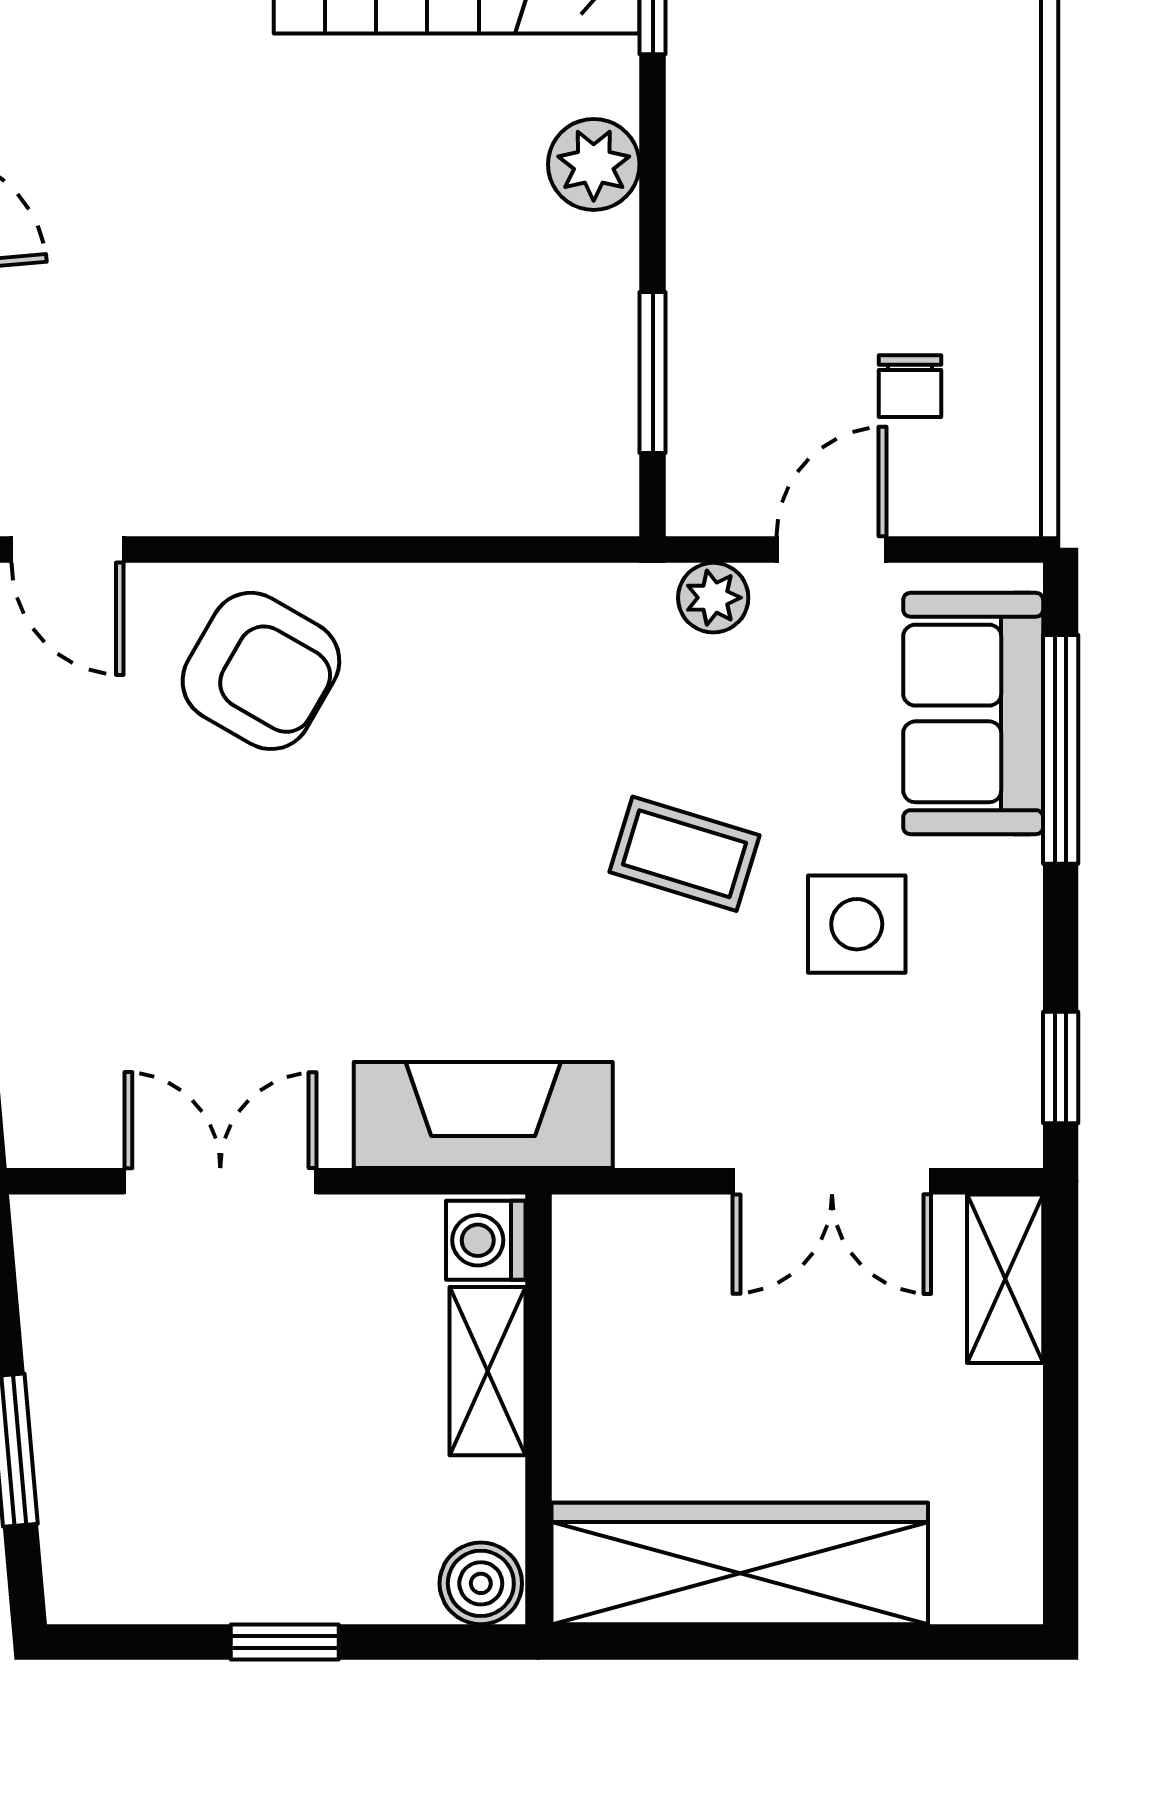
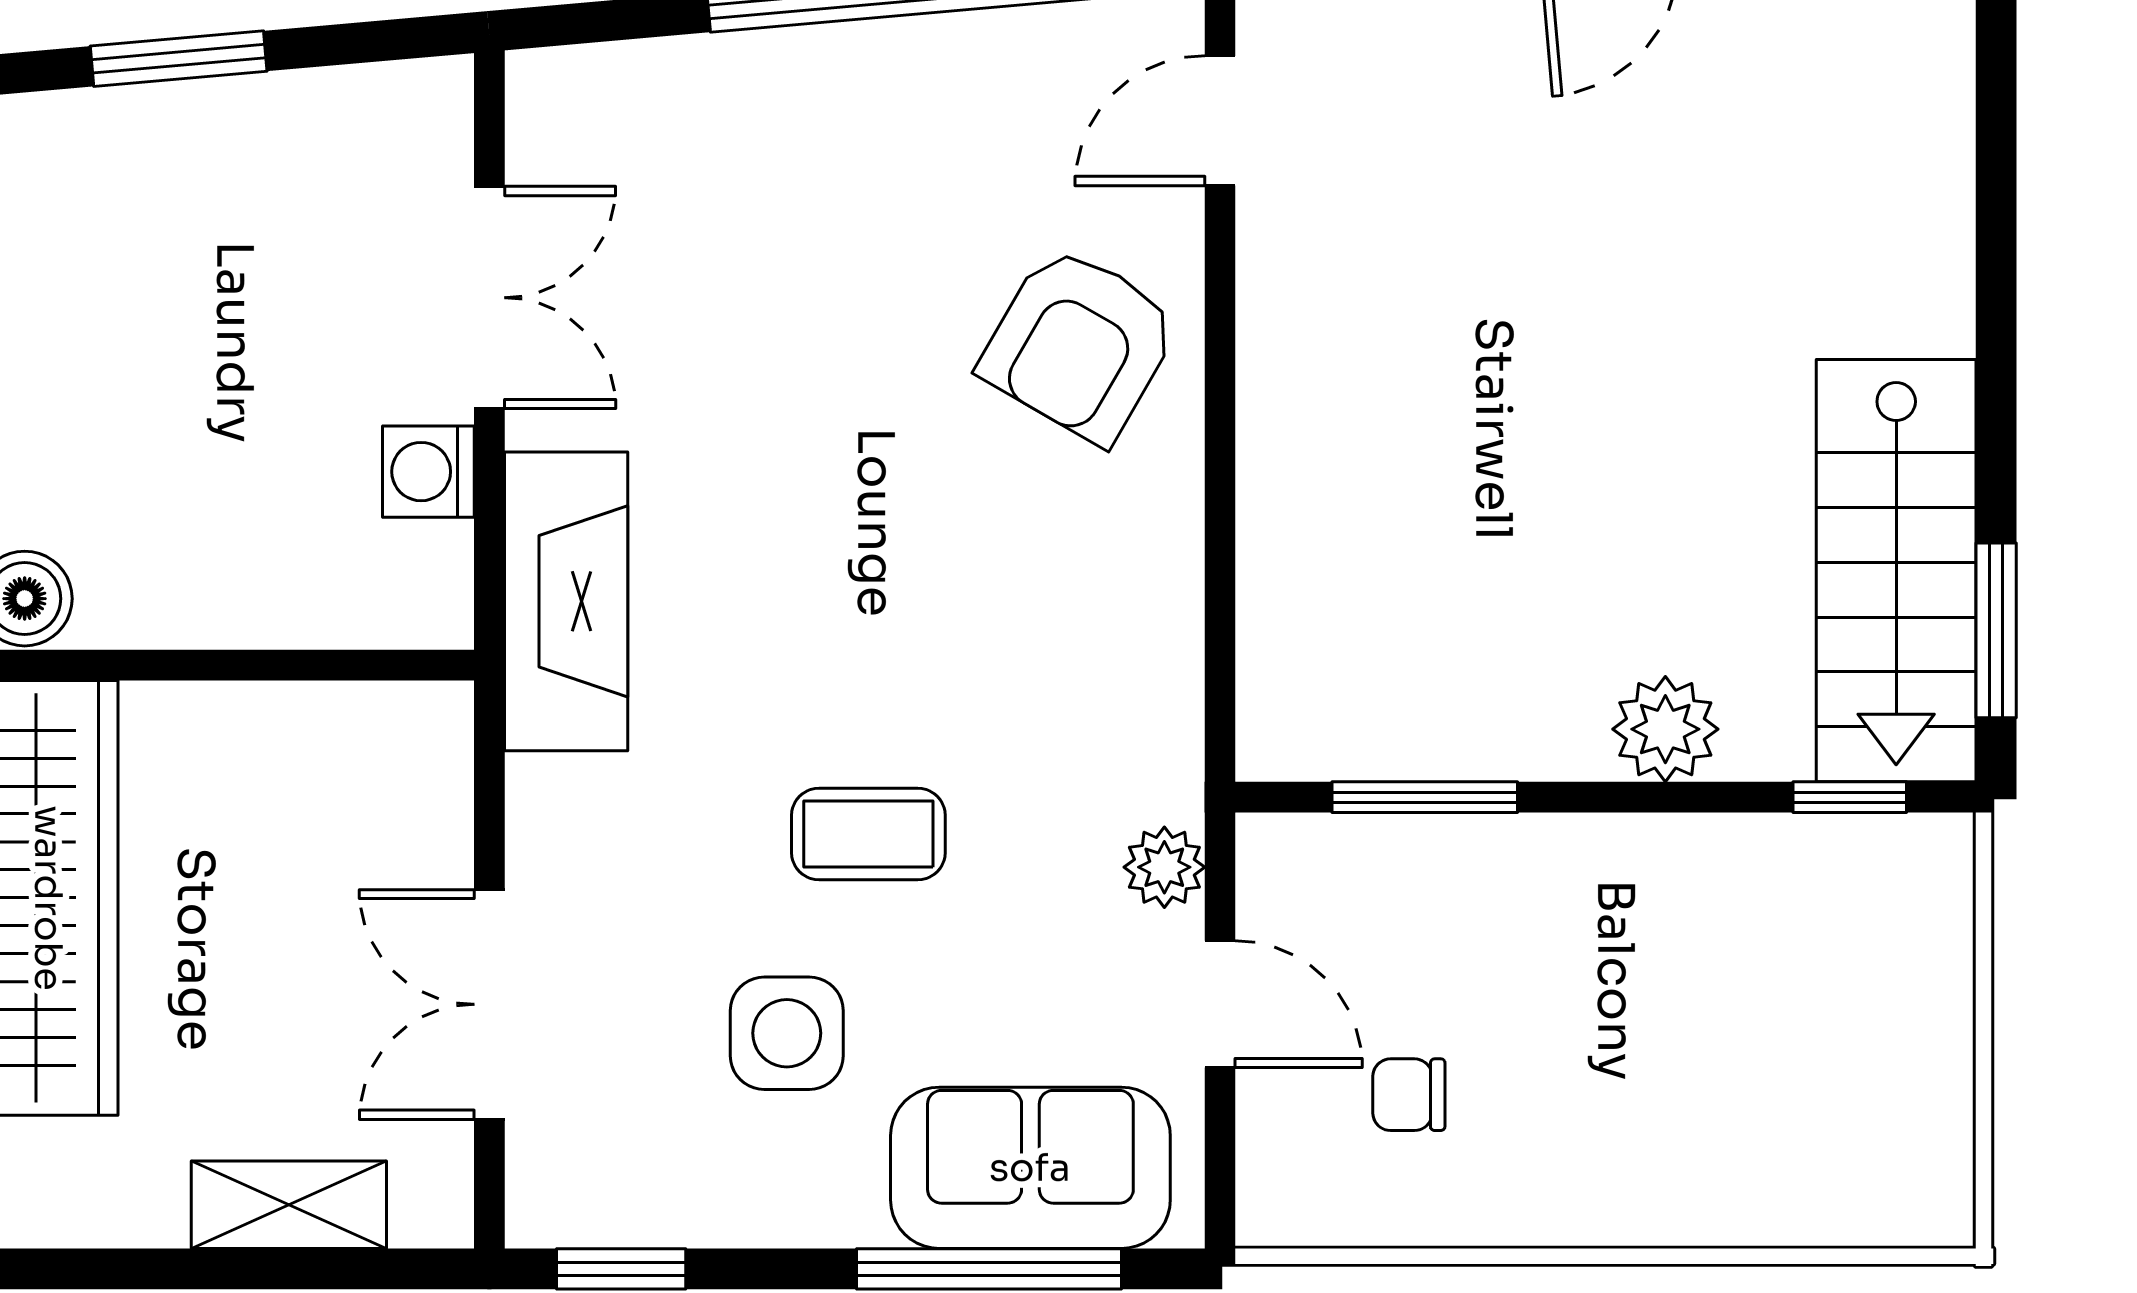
coffee table: (684, 854) -> (868, 834), turned 73
washing machine: (486, 1240) -> (428, 472), moved, turned -90
shelving: (1005, 1279) -> (289, 1205), moved
shelving: (487, 1371) -> (270, 606), removed

